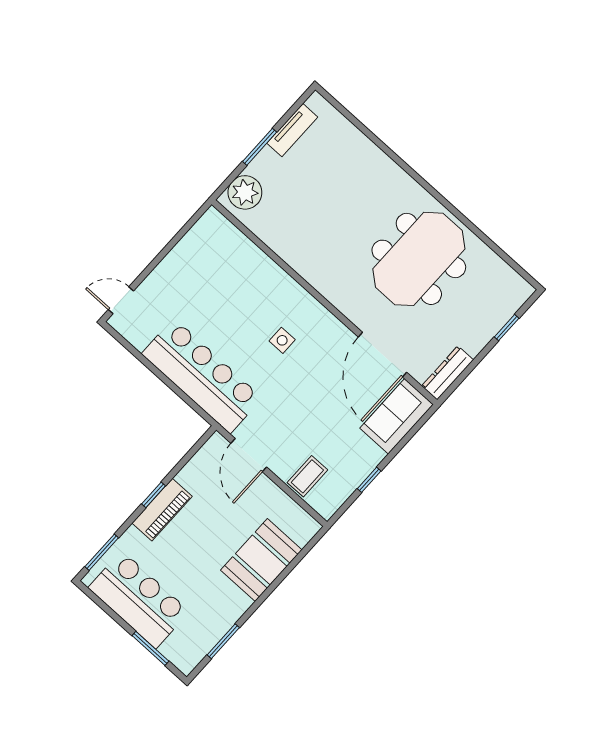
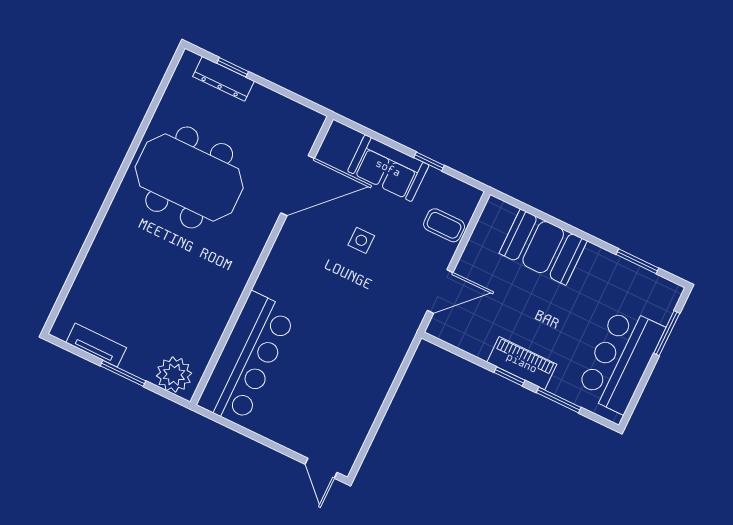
side table: (282, 340) -> (361, 240), moved
dresser: (448, 373) -> (223, 79), moved
bar counter: (202, 376) -> (247, 359), moved, turned 180
sofa: (396, 416) -> (388, 168), moved
window: (102, 552) -> (559, 400), moved

